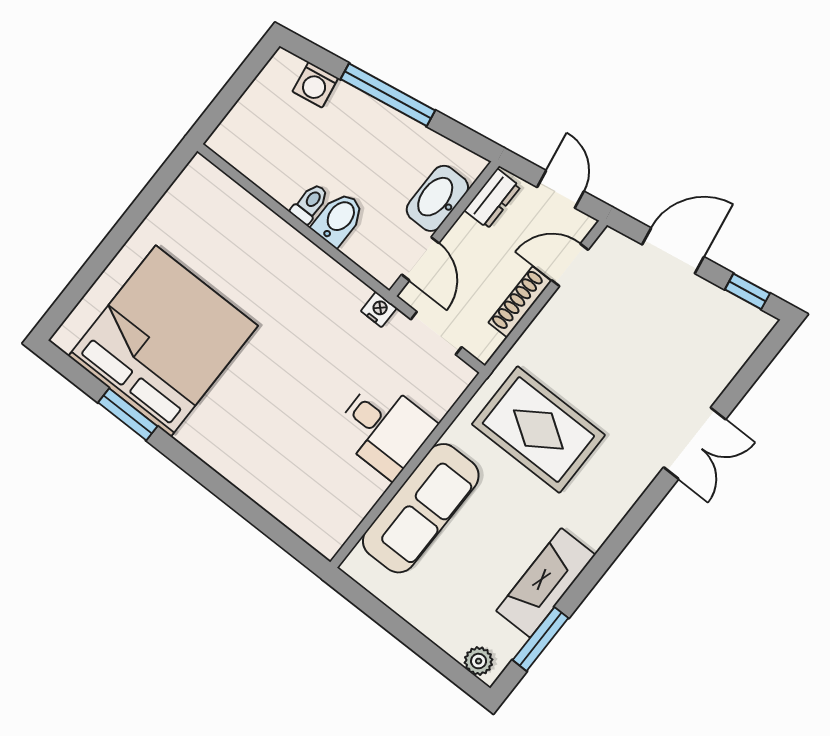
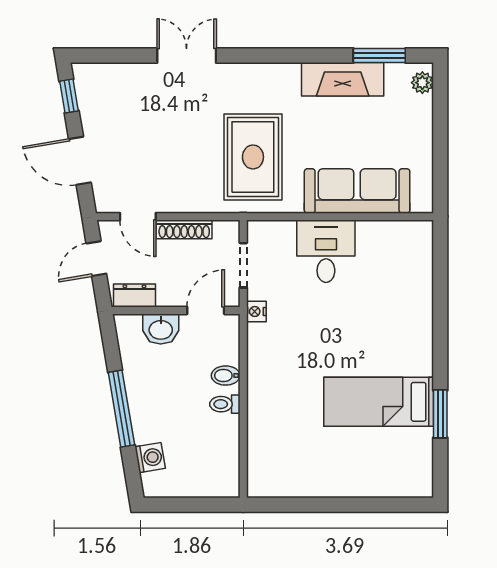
washbasin: (437, 198) -> (161, 329), width x0.72
bidet: (339, 219) -> (226, 376), width x0.72, depth x0.74
bed: (163, 341) -> (379, 402), width x0.49

